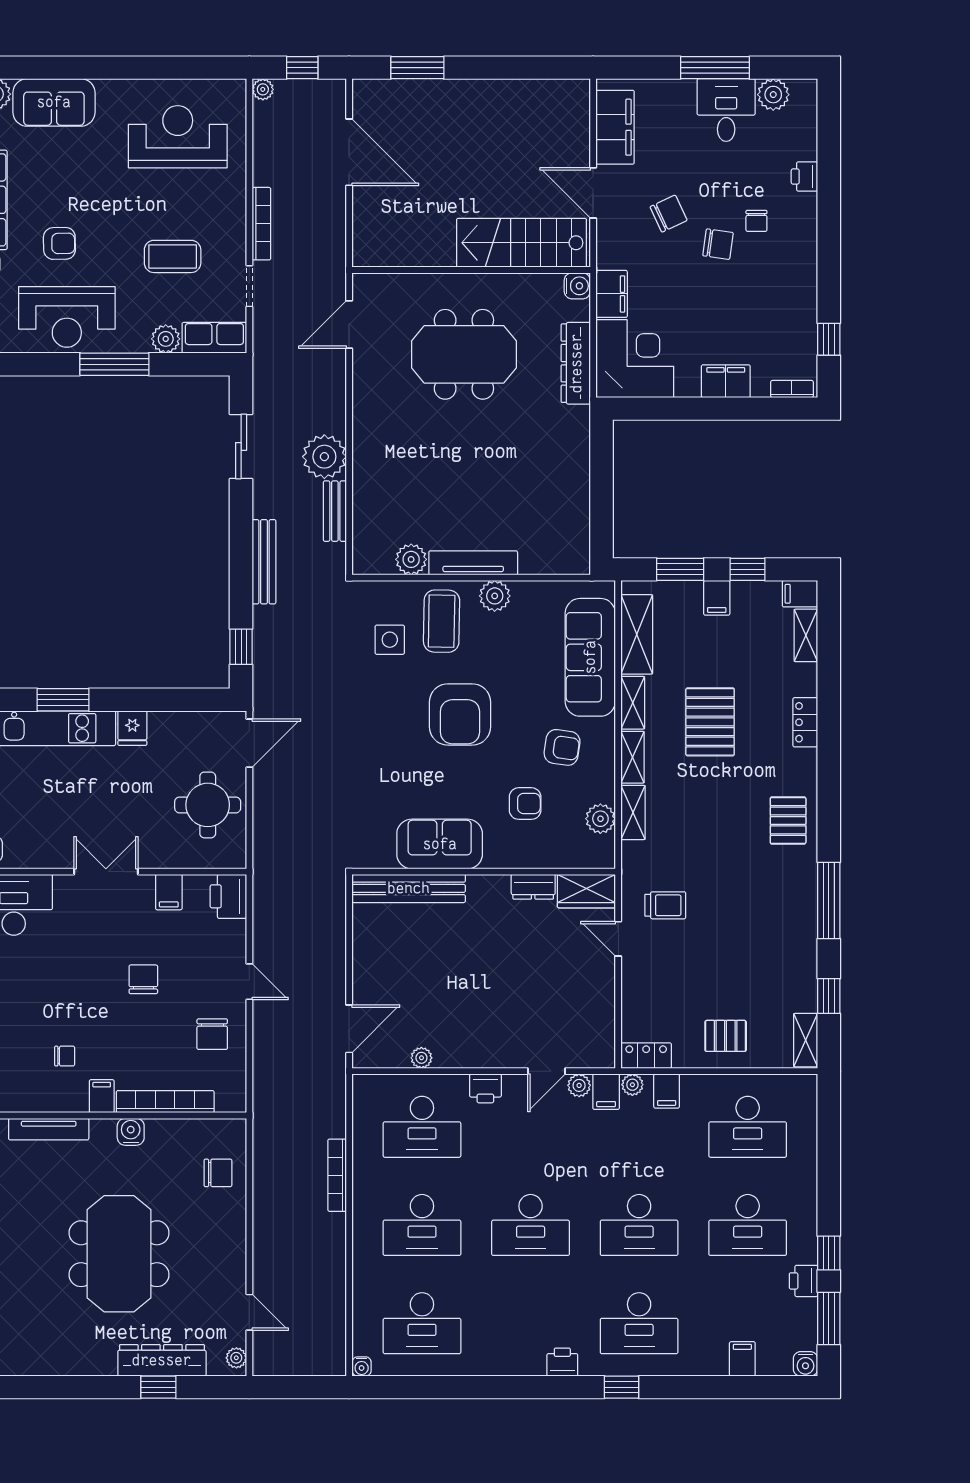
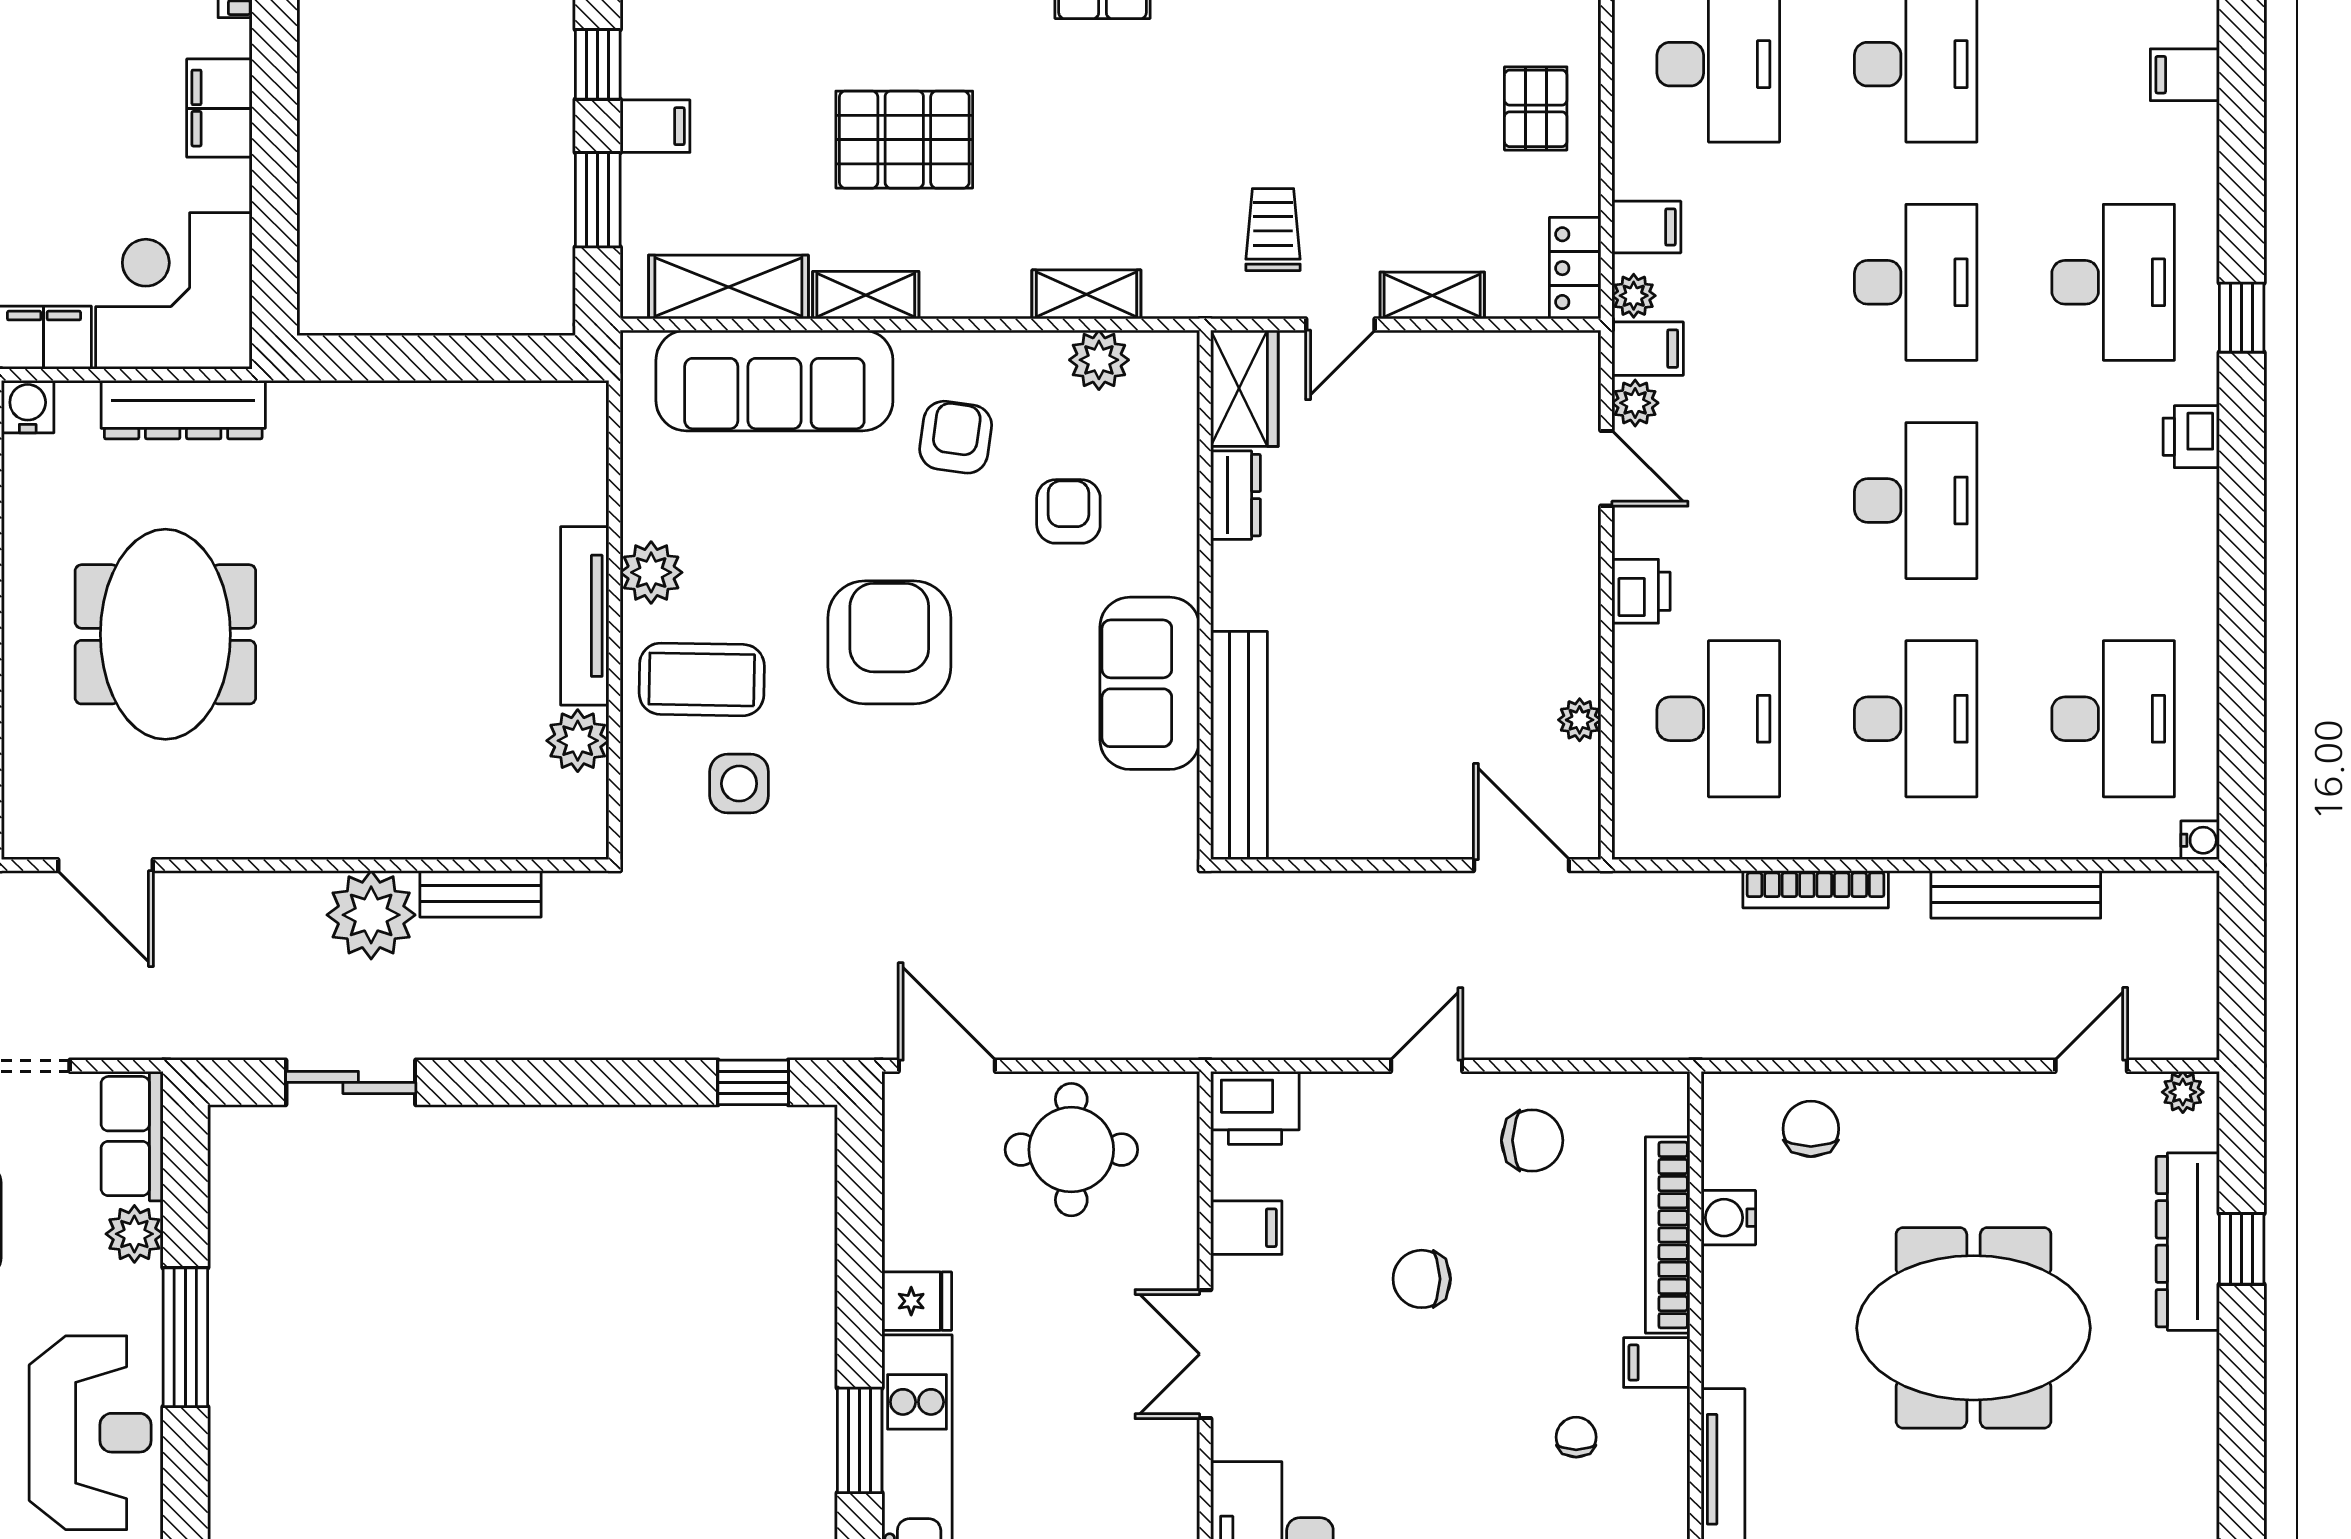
bench: (264, 562) -> (2016, 894), moved
armchair: (460, 714) -> (889, 642), turned -90
shelving: (633, 757) -> (1432, 296), moved
water cooler: (131, 1132) -> (1728, 1218), moved

